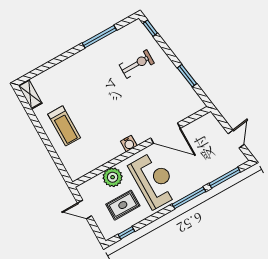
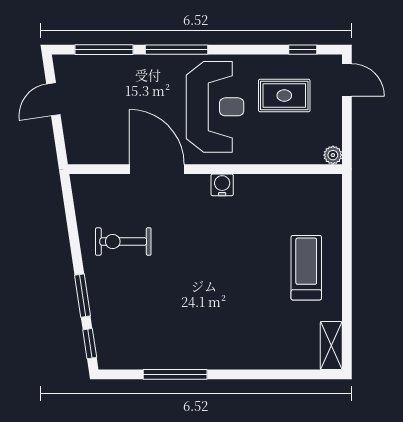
exercise bike: (137, 64) -> (123, 242), moved
window: (187, 76) -> (83, 296), moved
plant: (113, 177) -> (333, 155), moved, width x0.53, depth x0.53
reception desk: (154, 180) -> (215, 107), turned 180
door: (85, 209) -> (347, 80), moved

